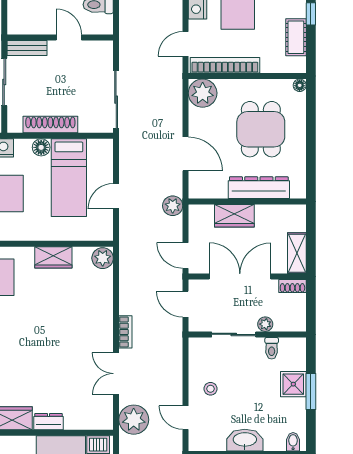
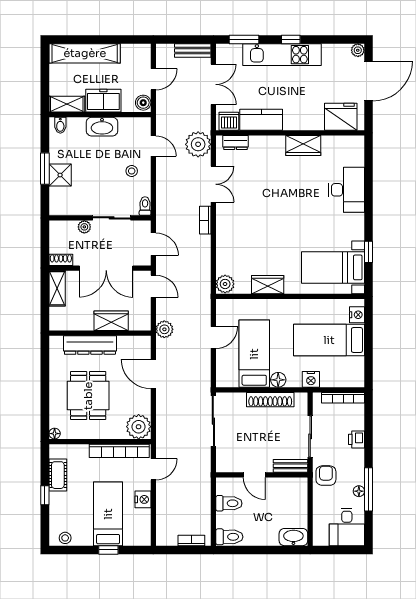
toilet: (272, 348) -> (145, 206), moved
dresser: (48, 422) -> (236, 143), moved

